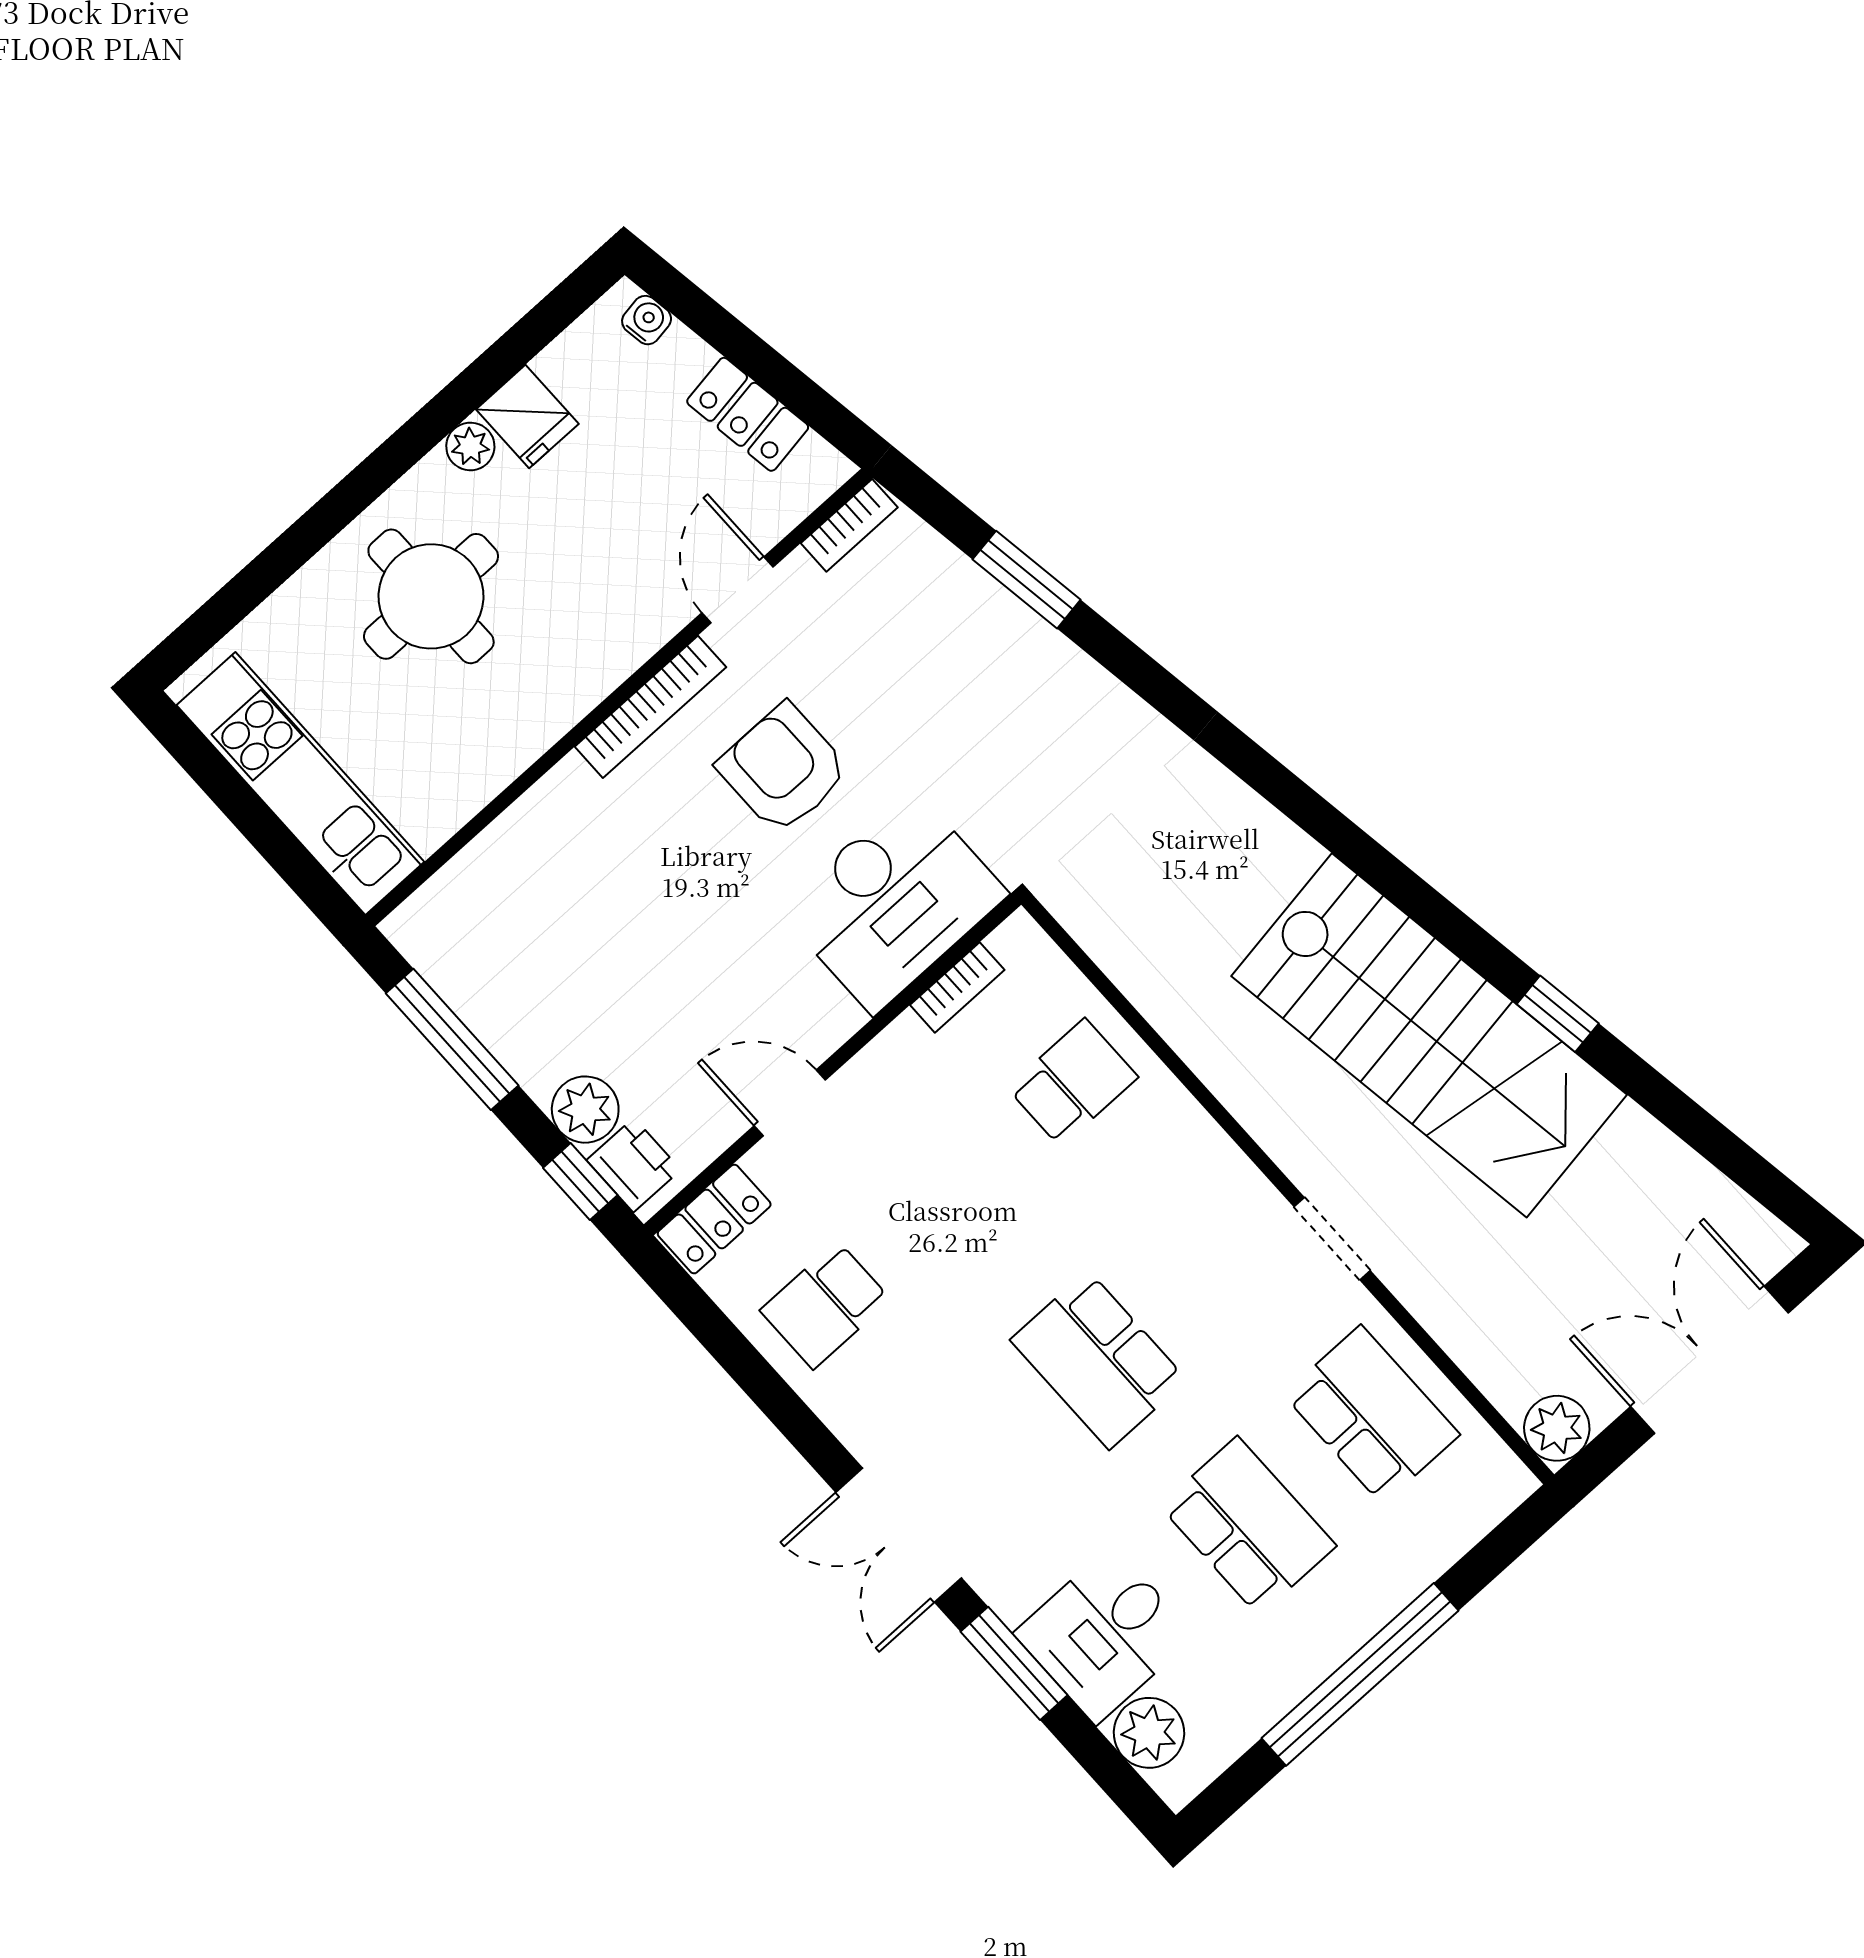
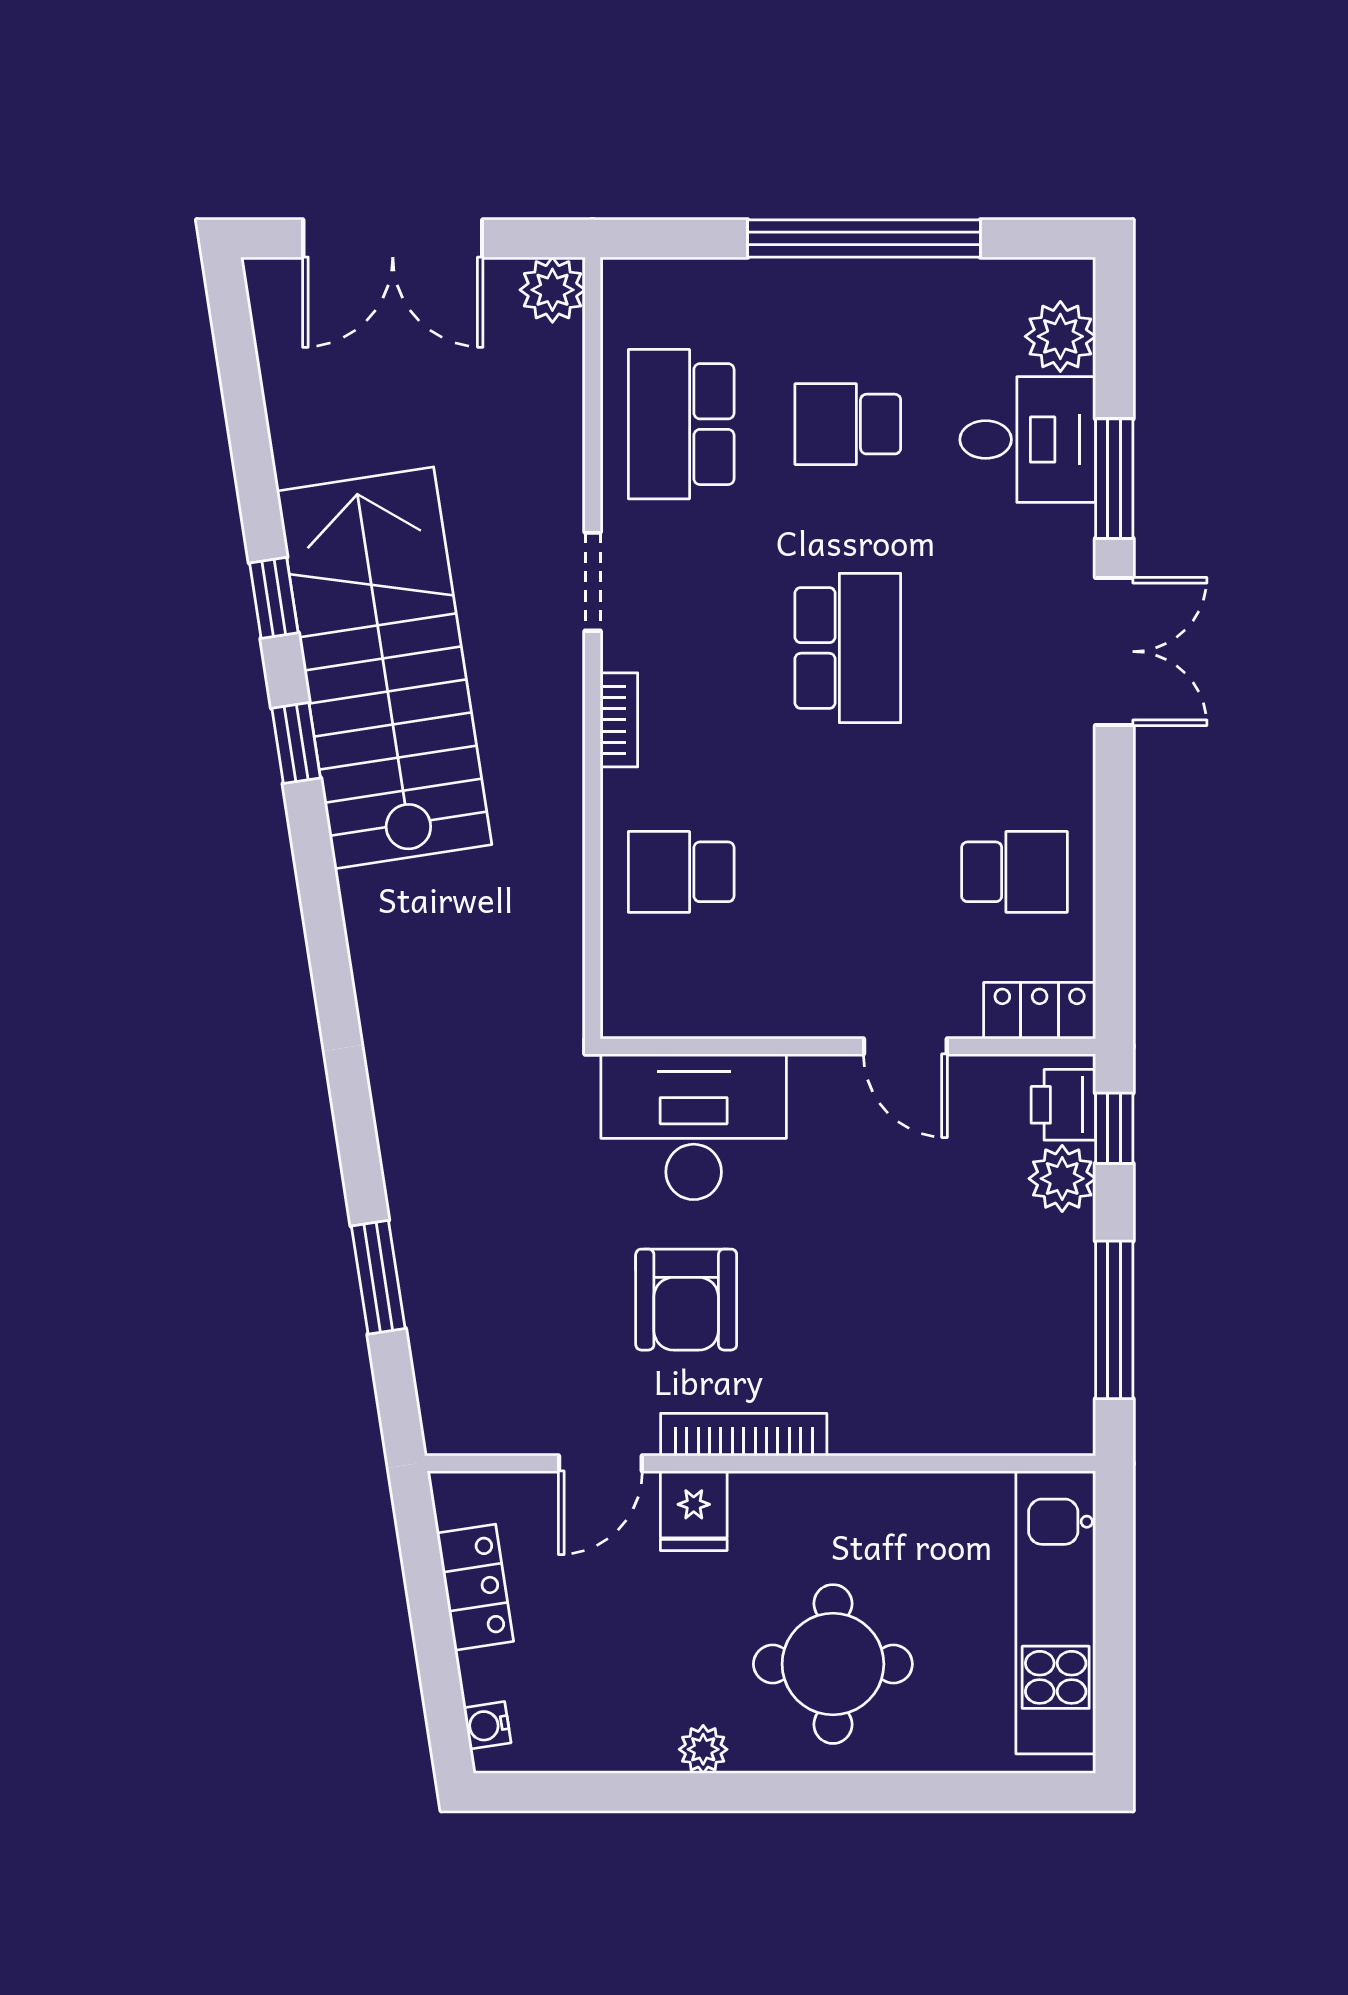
fridge: (527, 417) -> (694, 1511), moved, turned 180
bookcase: (849, 525) -> (474, 1437), removed
window: (1444, 921) -> (296, 743), added
bookcase: (957, 987) -> (619, 720), moved, turned 90
school desk: (1248, 1526) -> (848, 424), width x0.54

